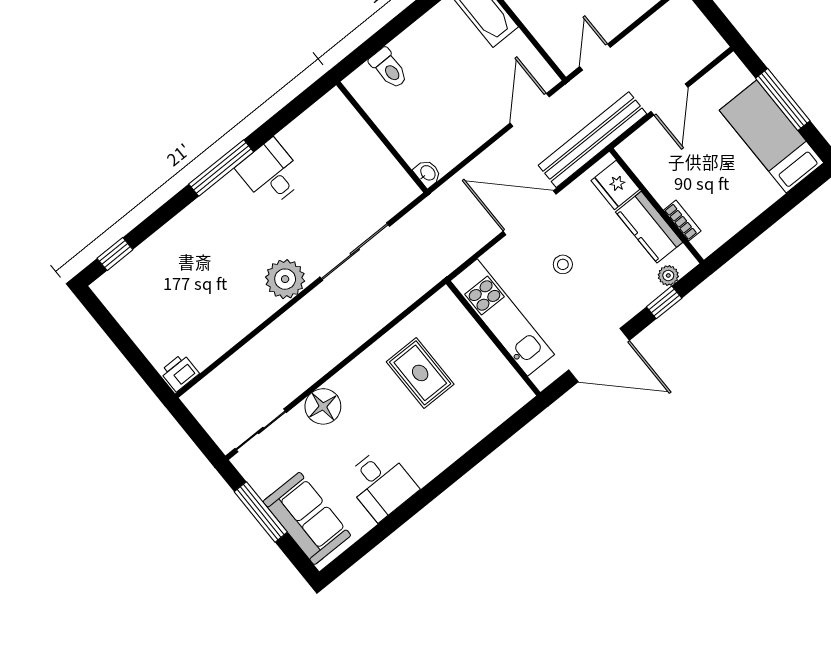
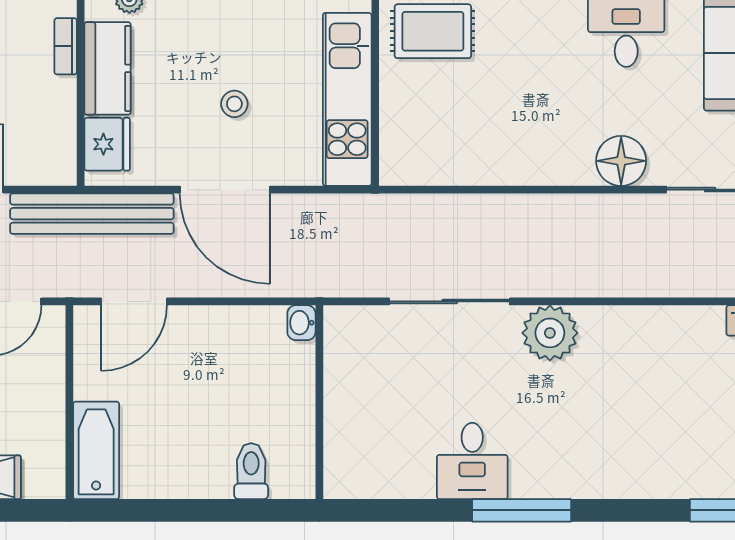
rug: (420, 373) -> (433, 31), moved, turned 90

